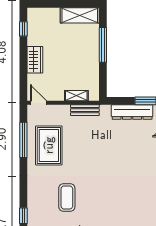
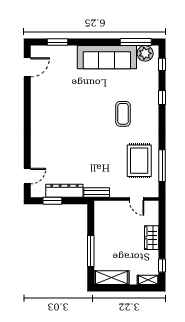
shelving: (76, 96) -> (148, 280), moved
door: (39, 103) -> (137, 199), moved
bench: (85, 110) -> (97, 192), moved

